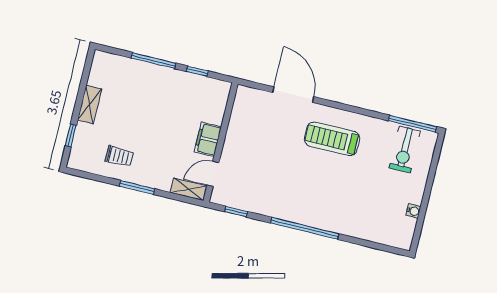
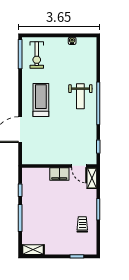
shelving: (90, 105) -> (33, 250), moved
treadmill: (332, 139) -> (41, 100), turned 180
exercise bike: (405, 150) -> (37, 55), turned 90
weight bench: (323, 203) -> (80, 96), added

